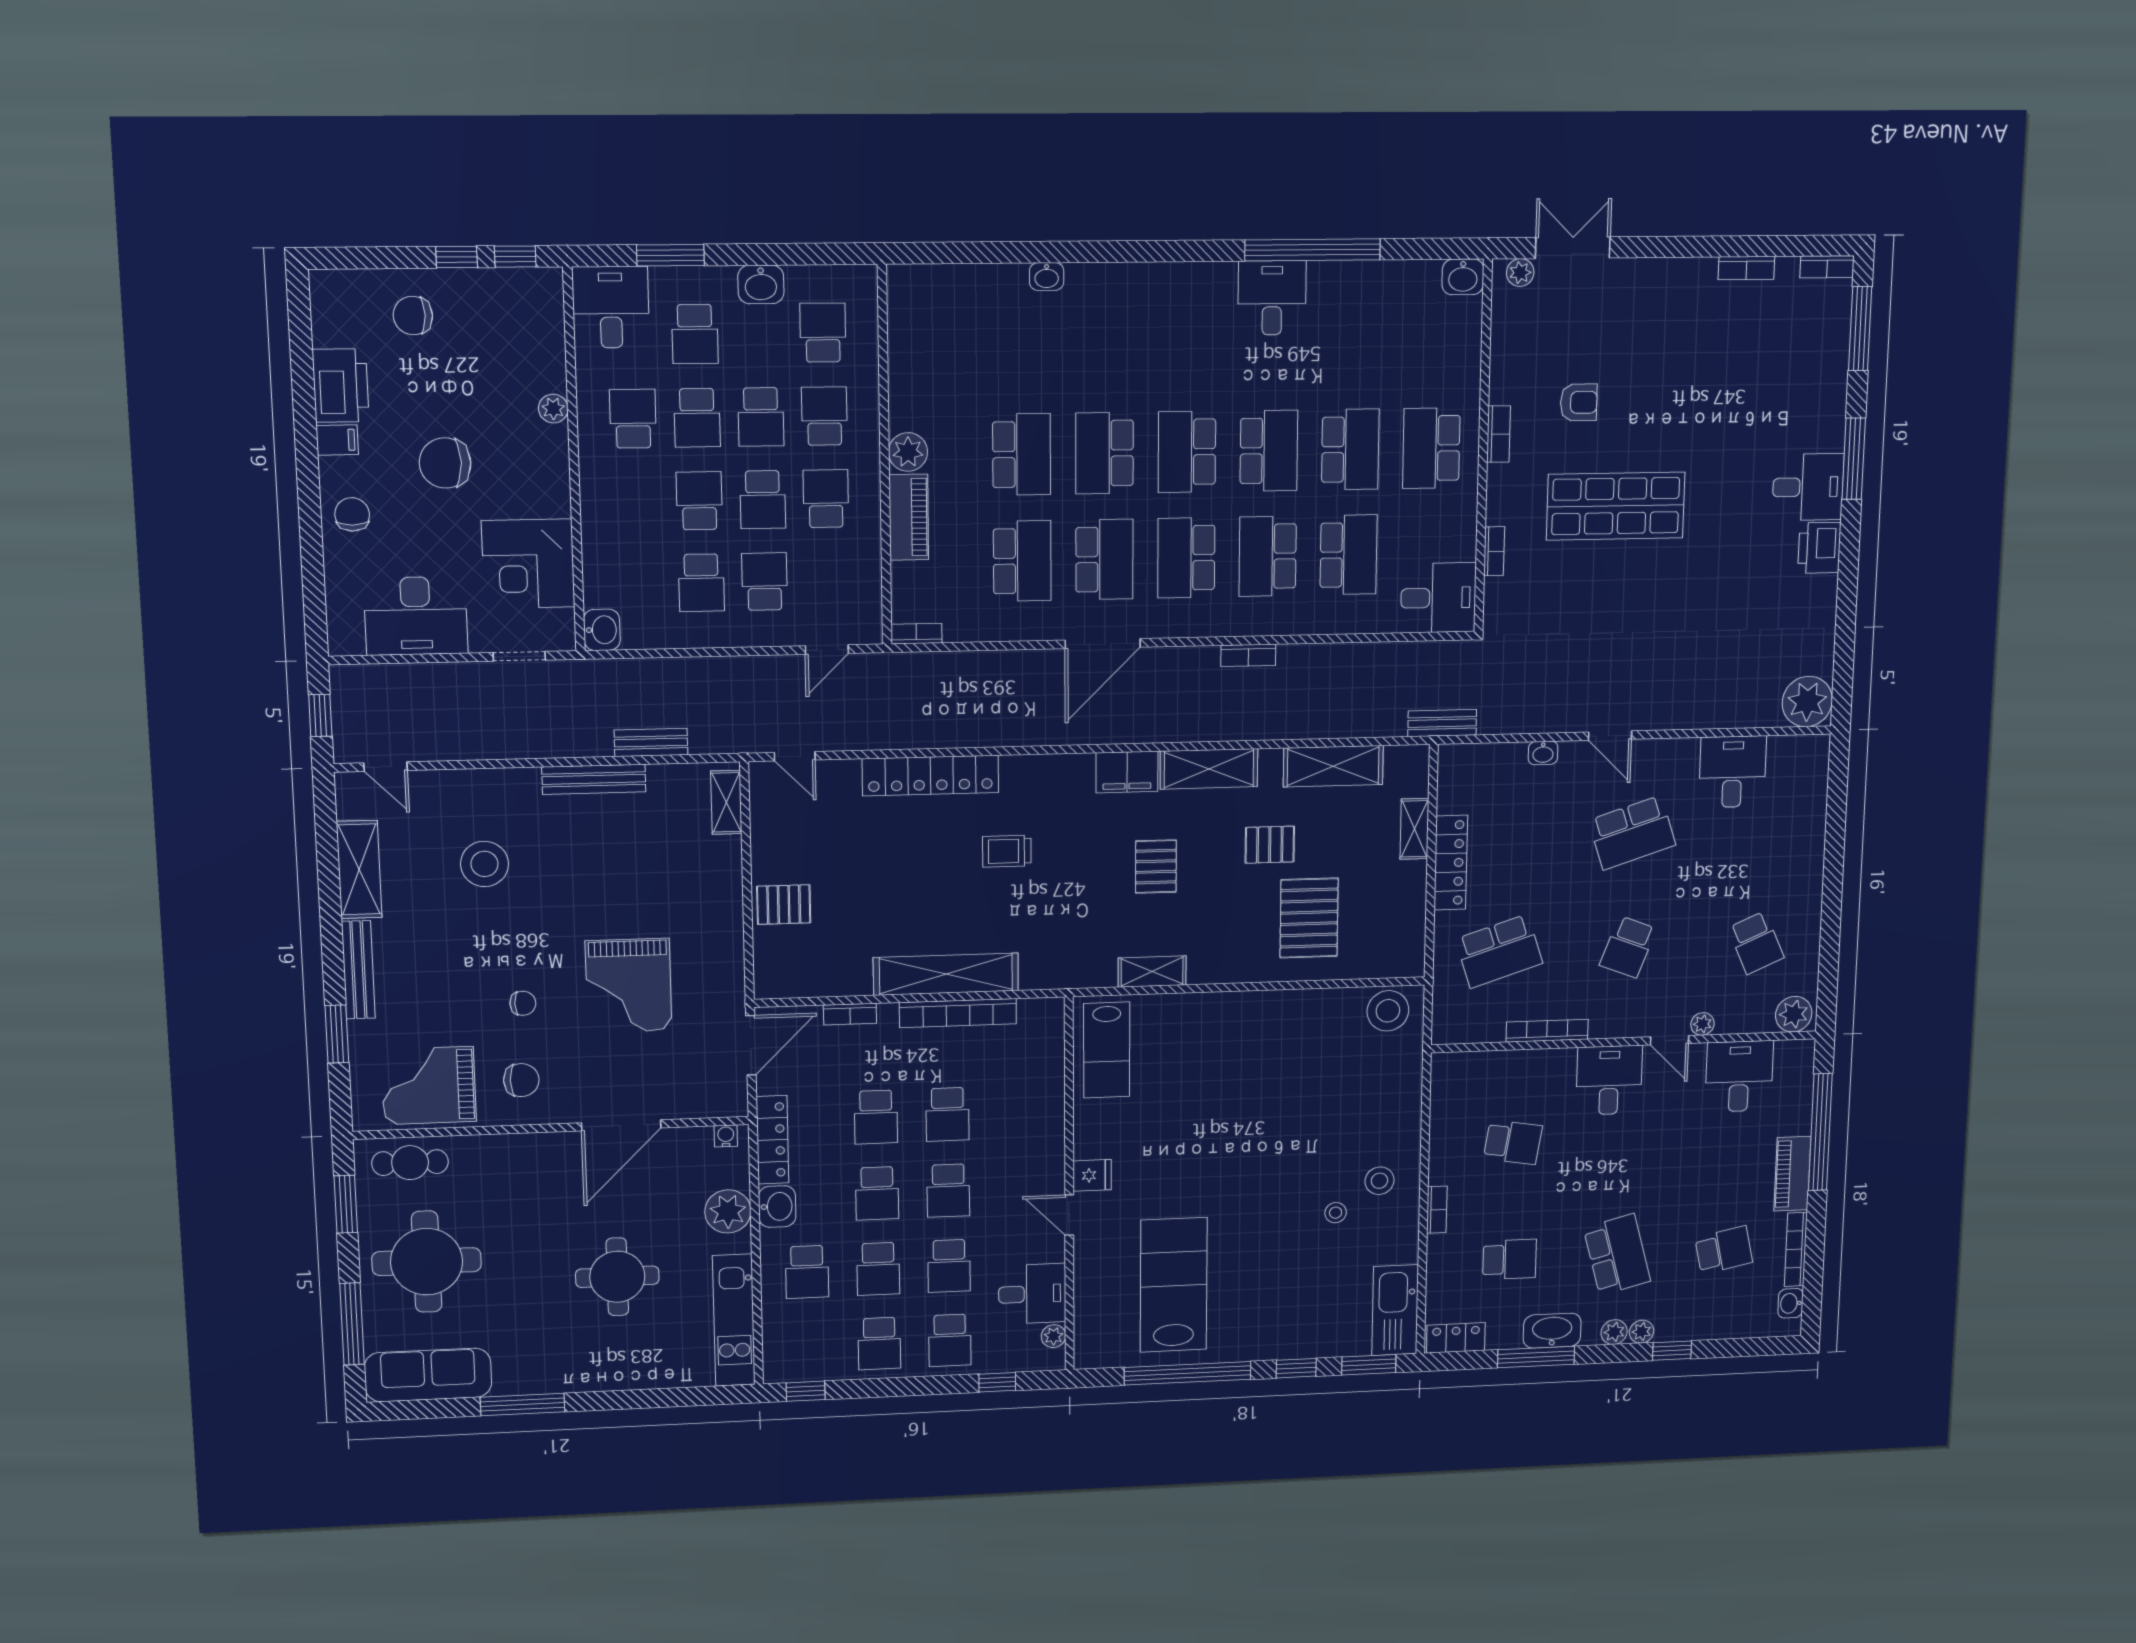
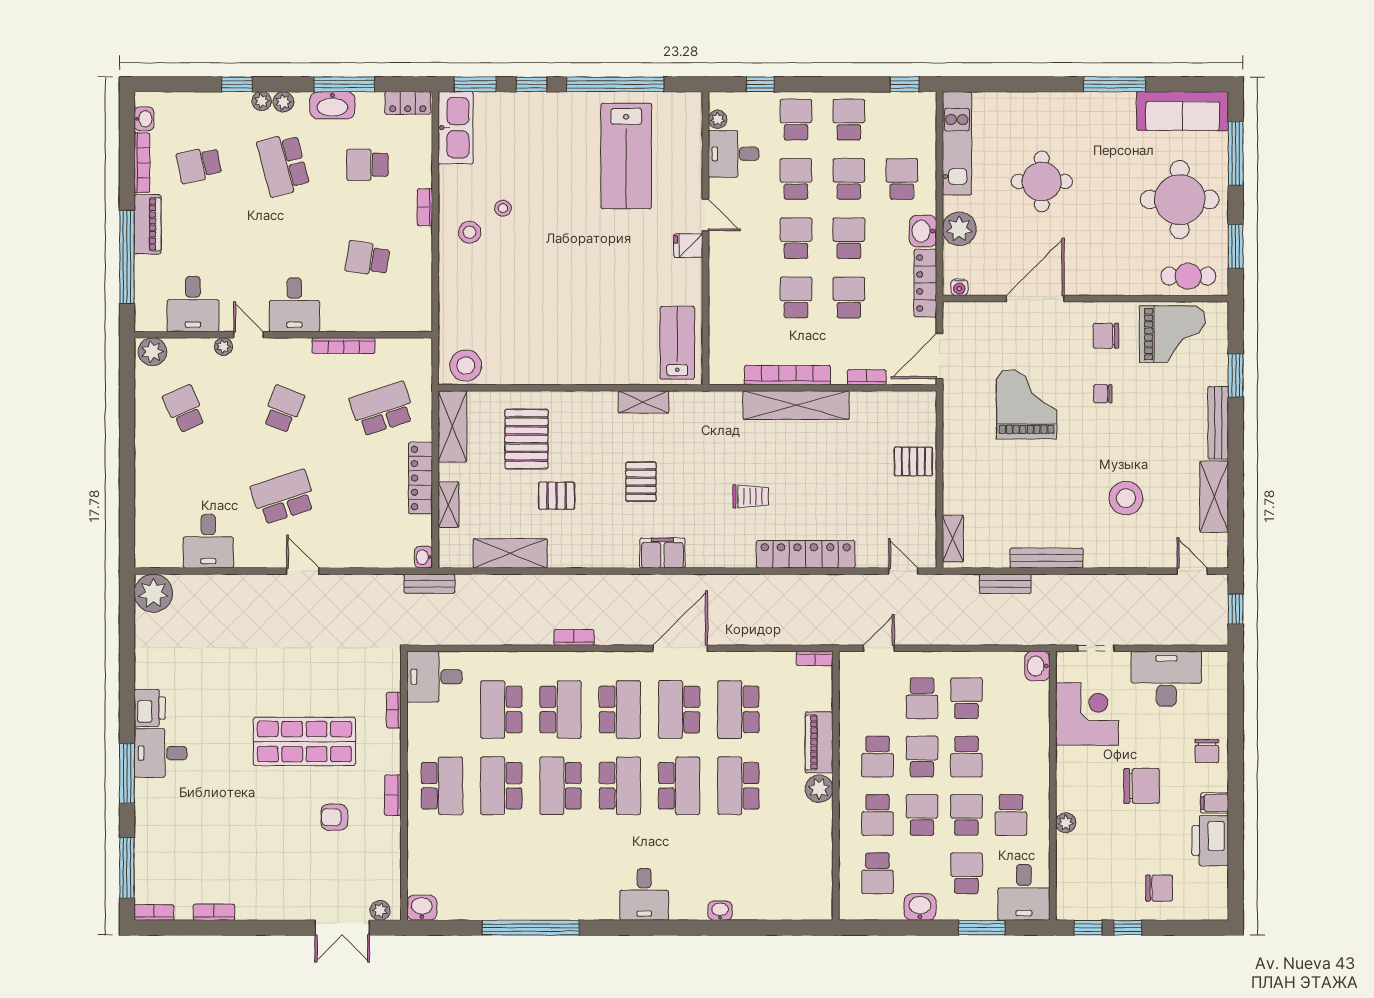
desk: (1272, 298) -> (644, 894), moved
washbasin: (1543, 753) -> (423, 557), moved, turned -90
shelving: (1209, 769) -> (452, 426), moved, turned 90

